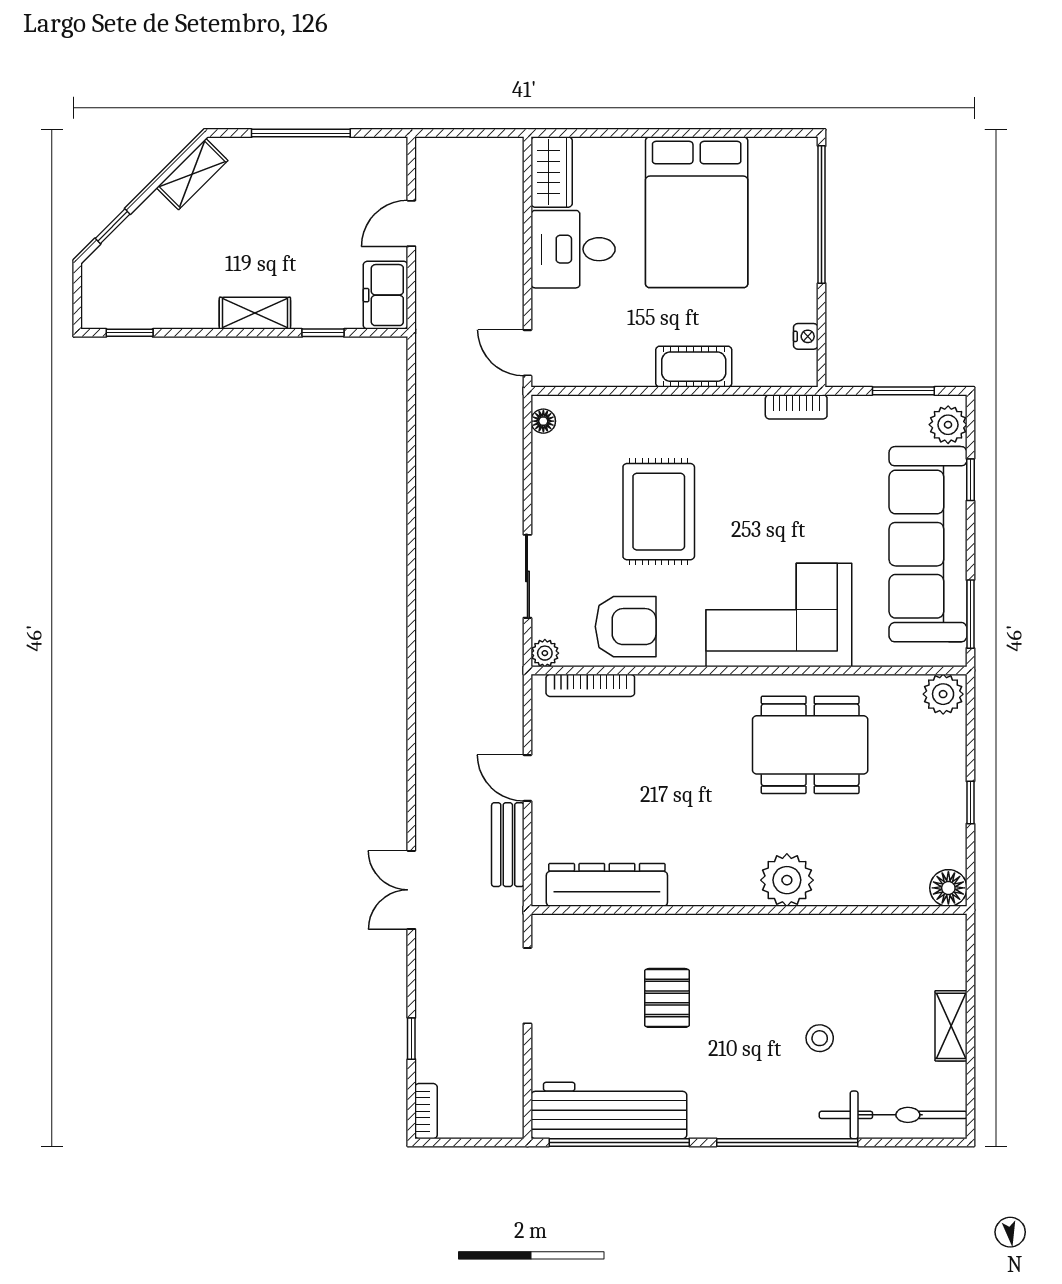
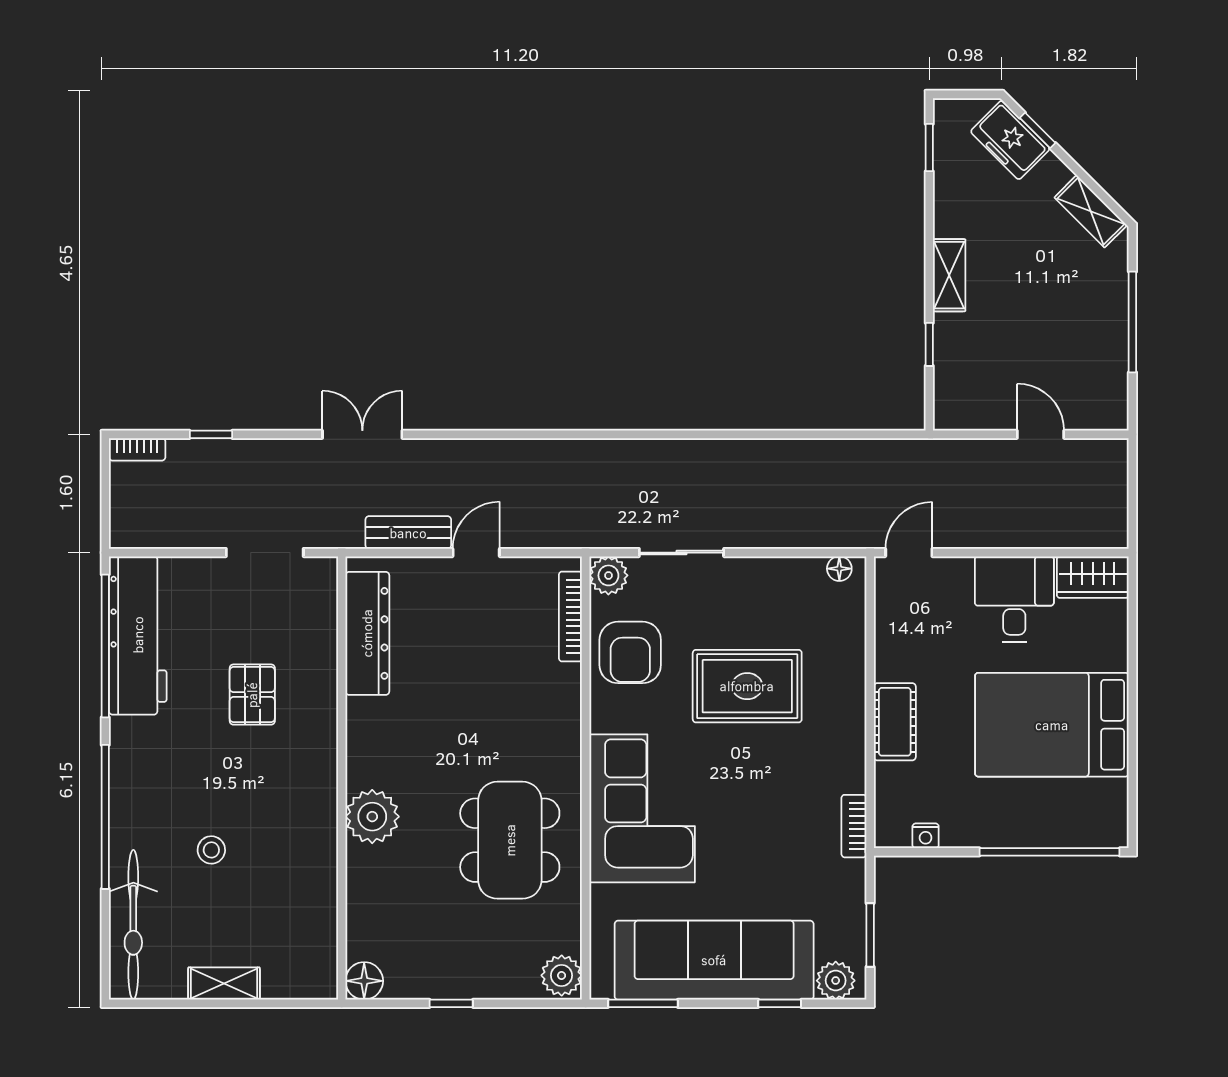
freezer: (386, 295) -> (1010, 140), moved, turned -135
plant: (545, 653) -> (608, 575), width x1.38, depth x1.38
pallet: (667, 998) -> (252, 695), turned 90

